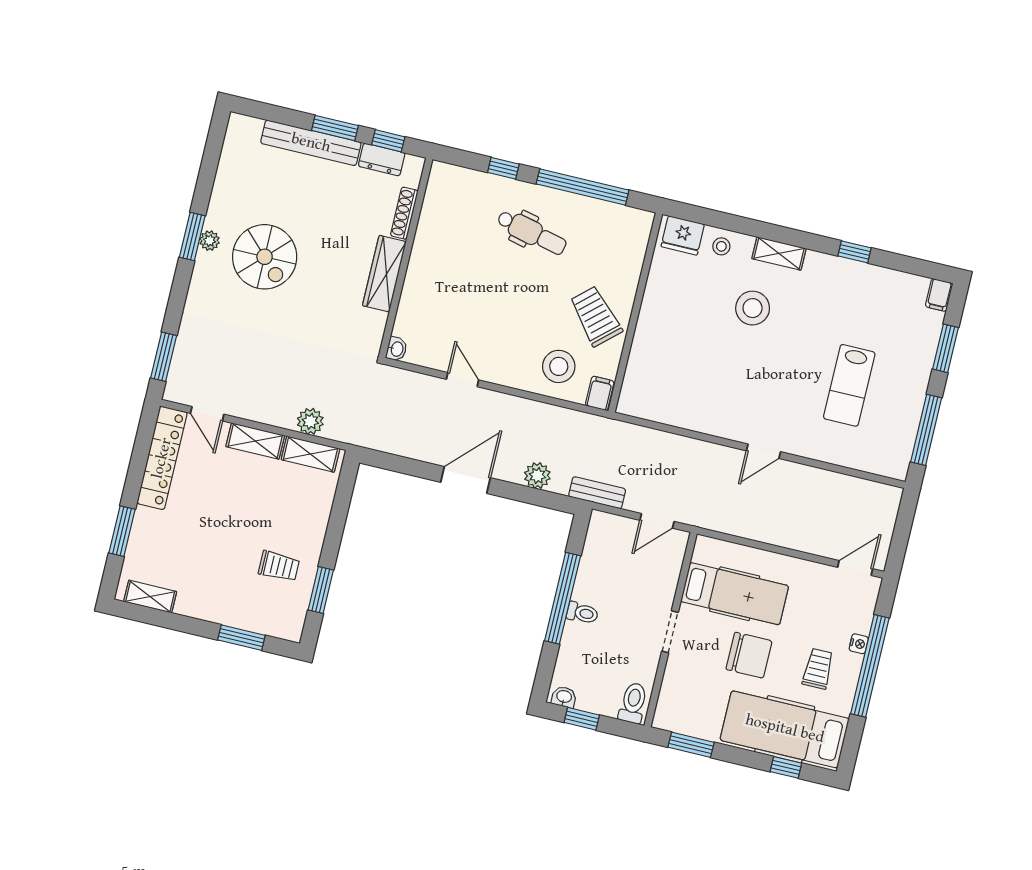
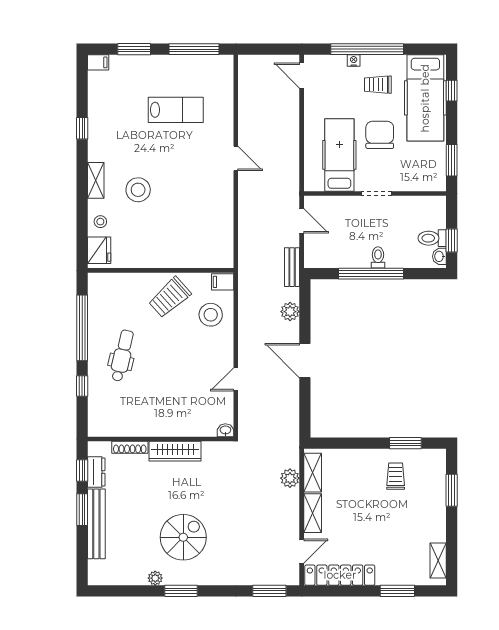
plant: (210, 241) -> (155, 578), moved
toilet: (633, 703) -> (432, 238), moved

